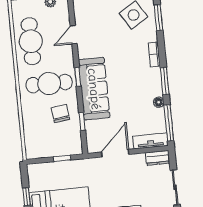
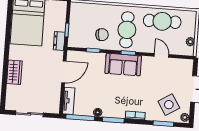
sofa: (94, 89) -> (123, 65), width x0.73
door: (115, 153) -> (64, 72), hinge flipped
dresser: (157, 158) -> (59, 41), moved

